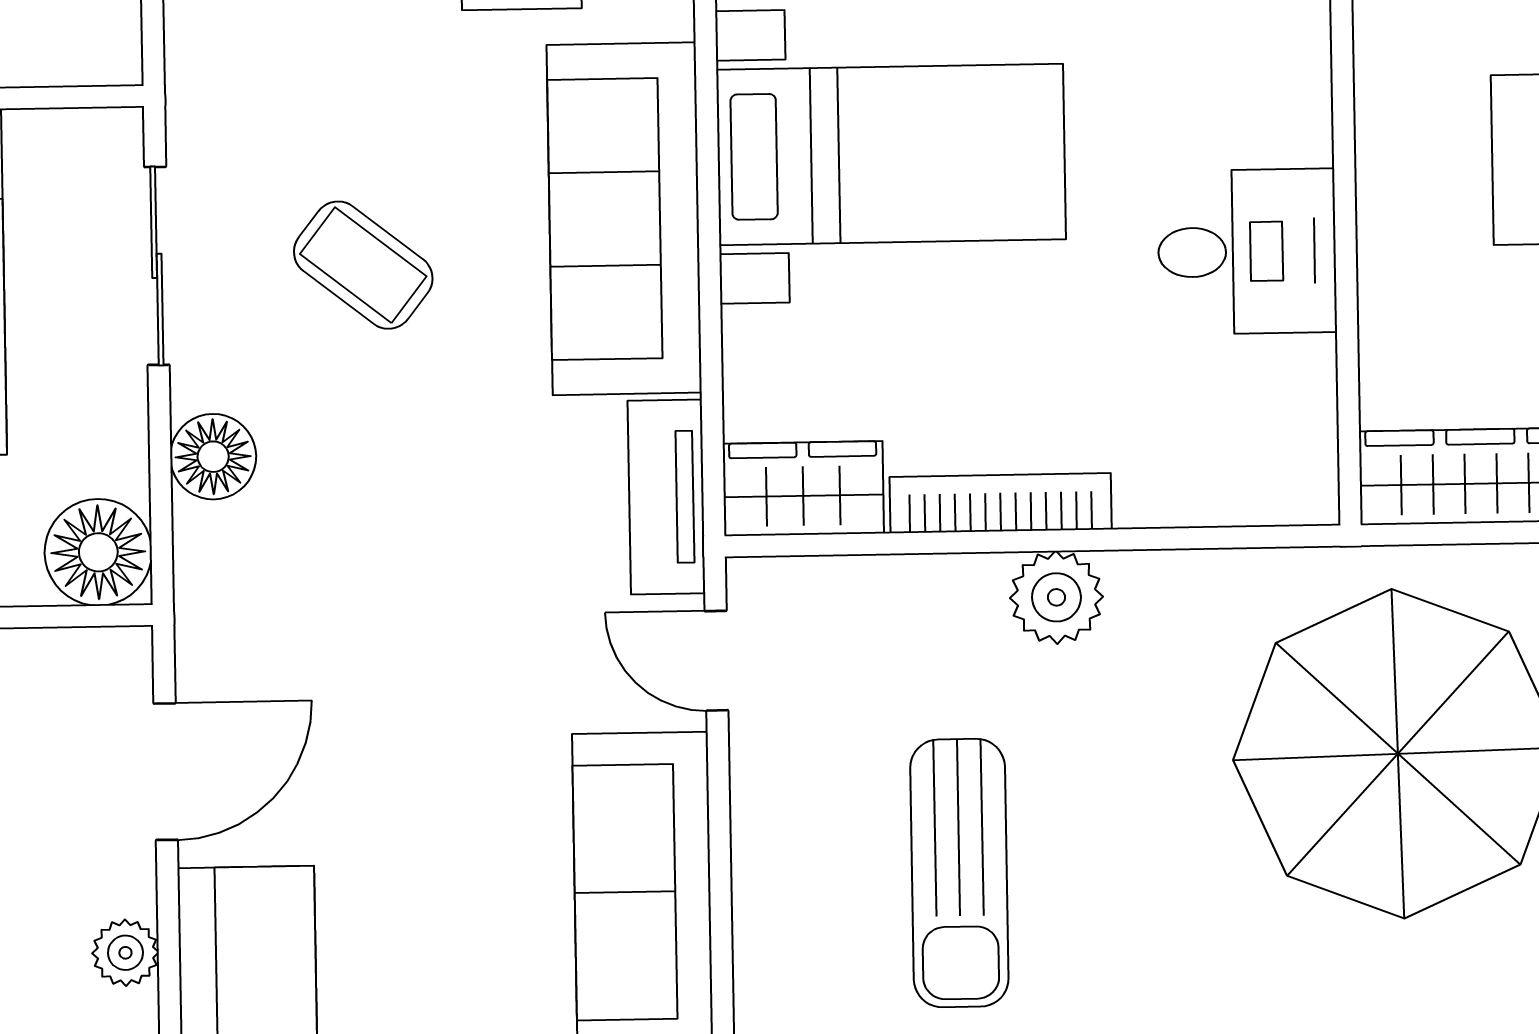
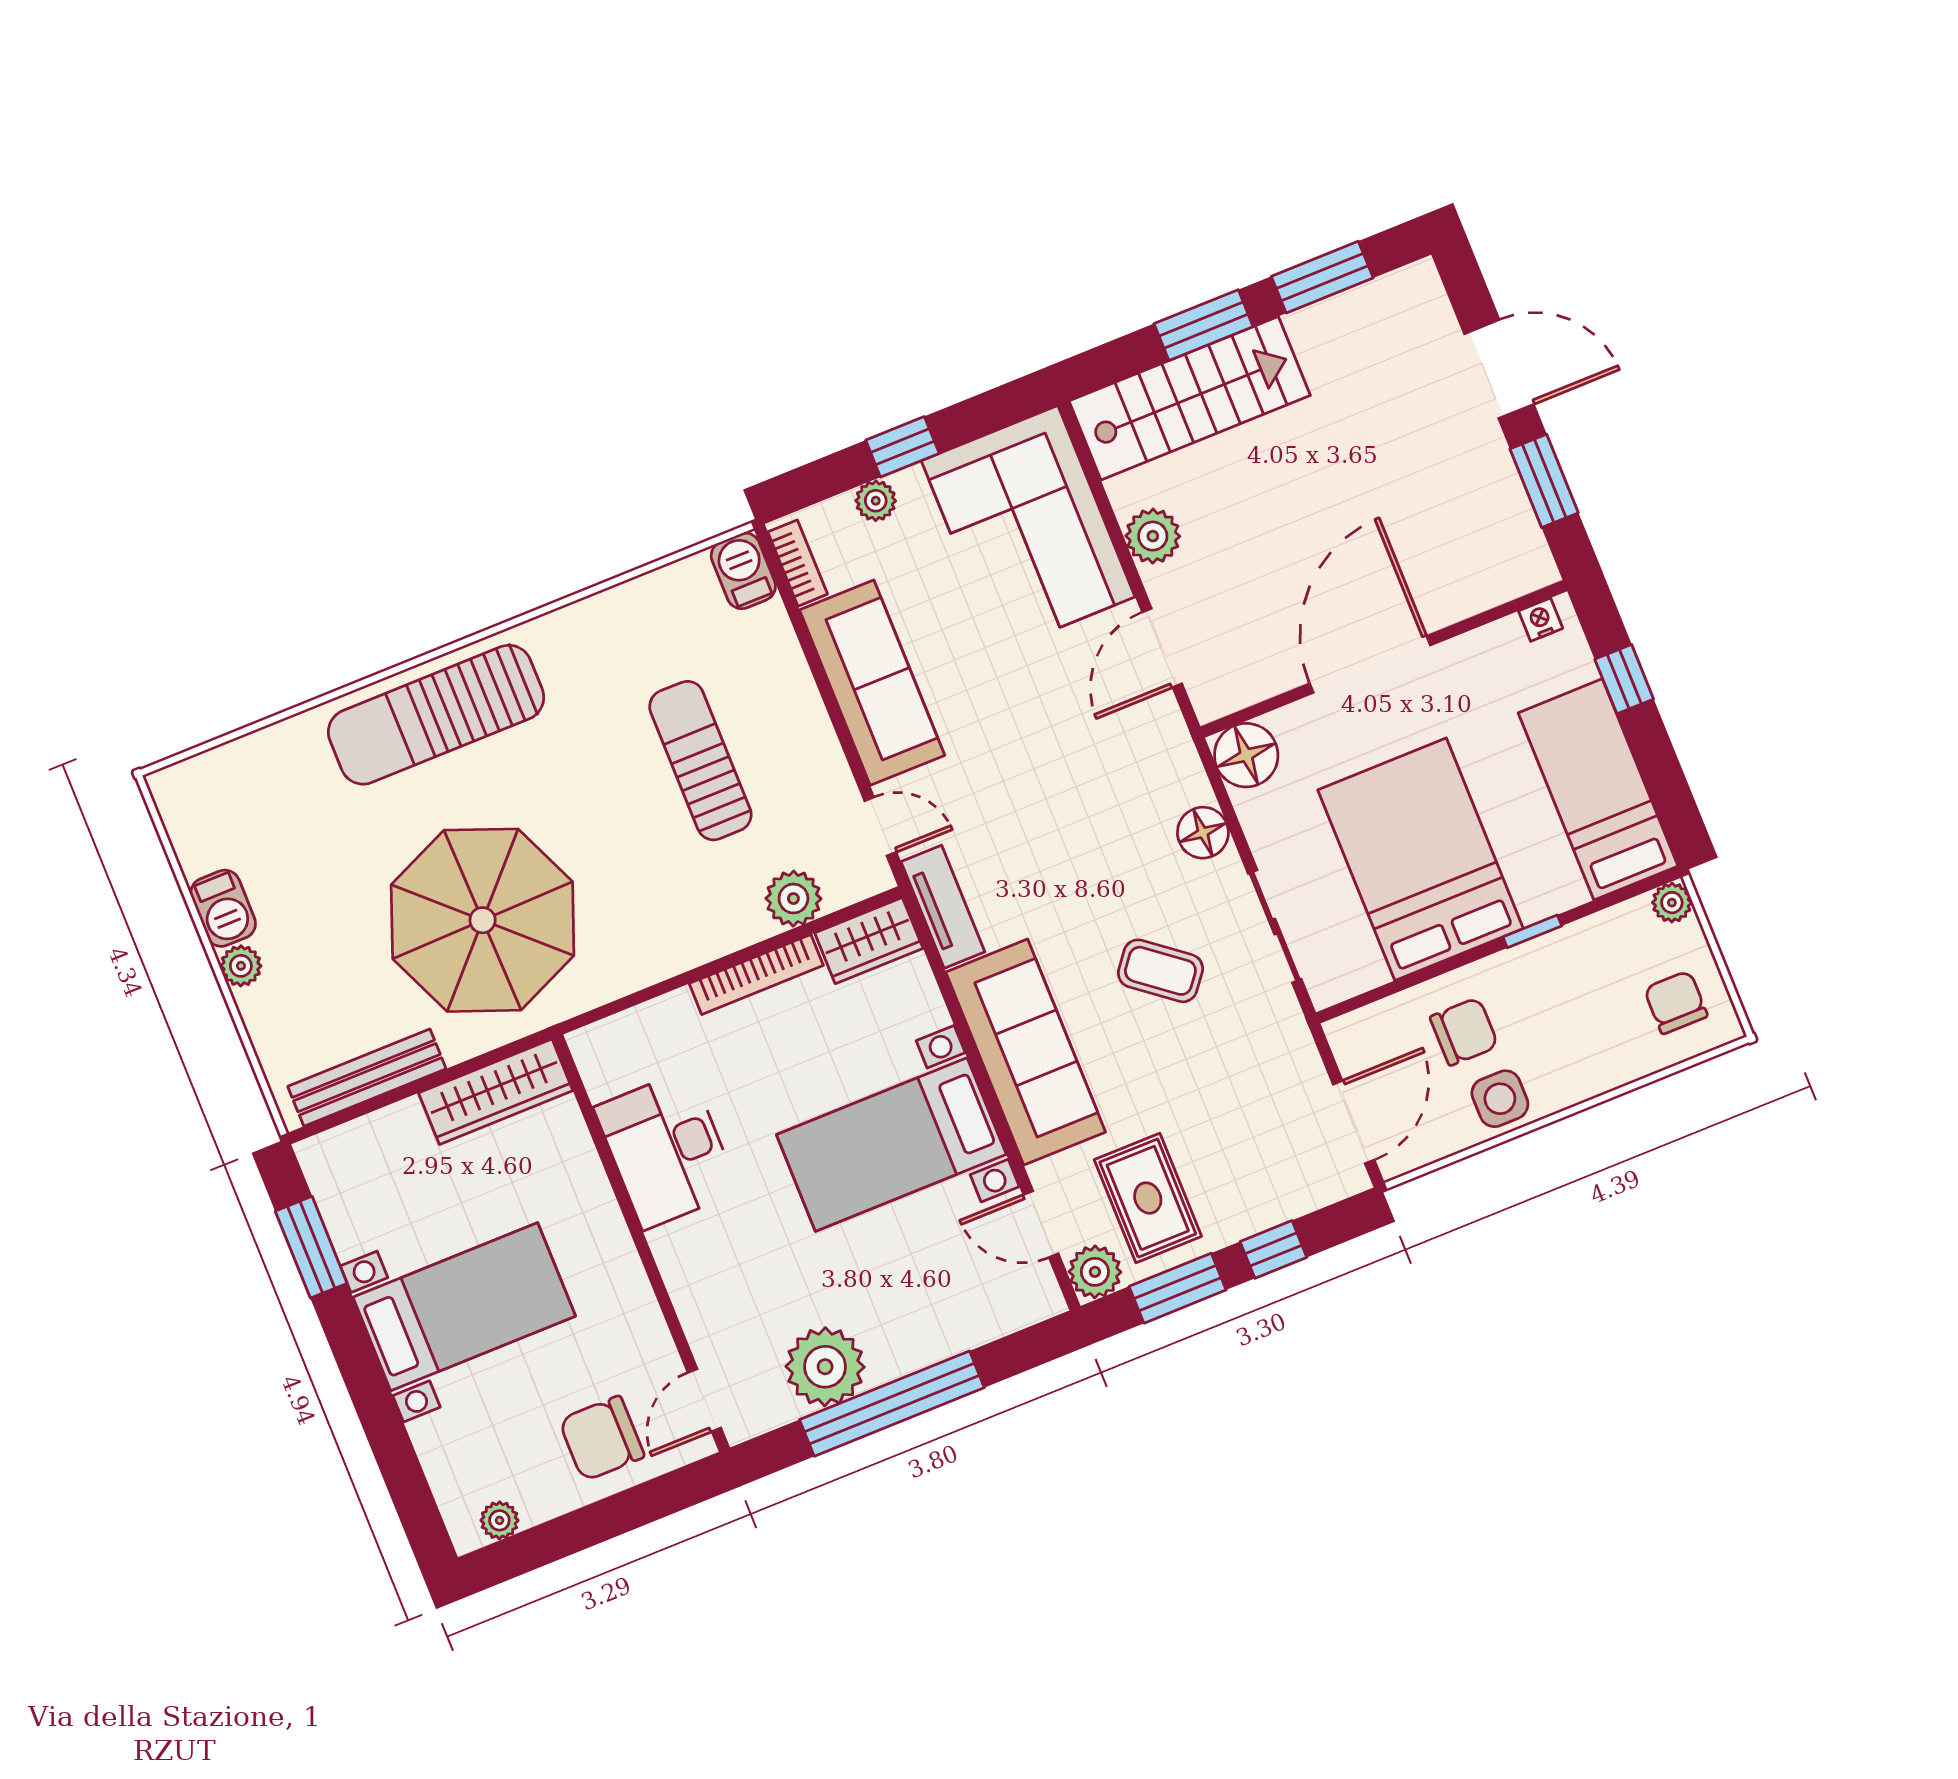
desk: (1247, 252) -> (666, 1150), width x1.37
plant: (1056, 597) -> (793, 899), moved
plant: (125, 953) -> (1153, 536), width x1.38, depth x1.38

